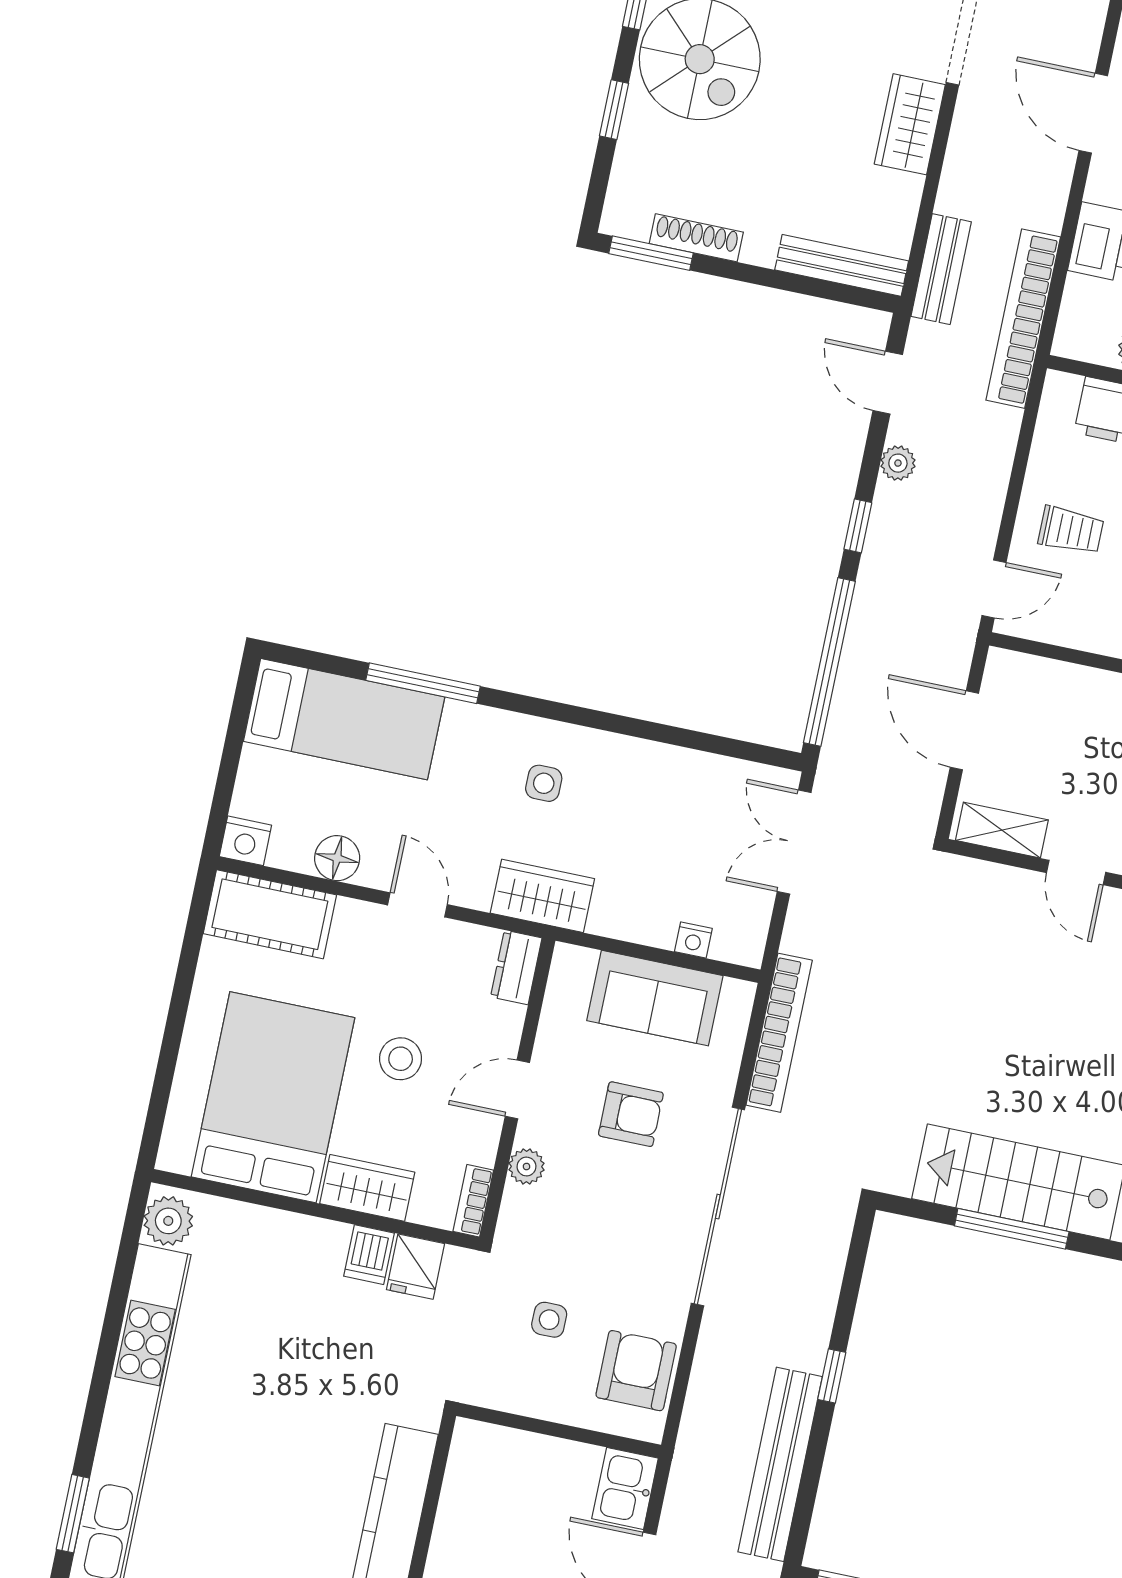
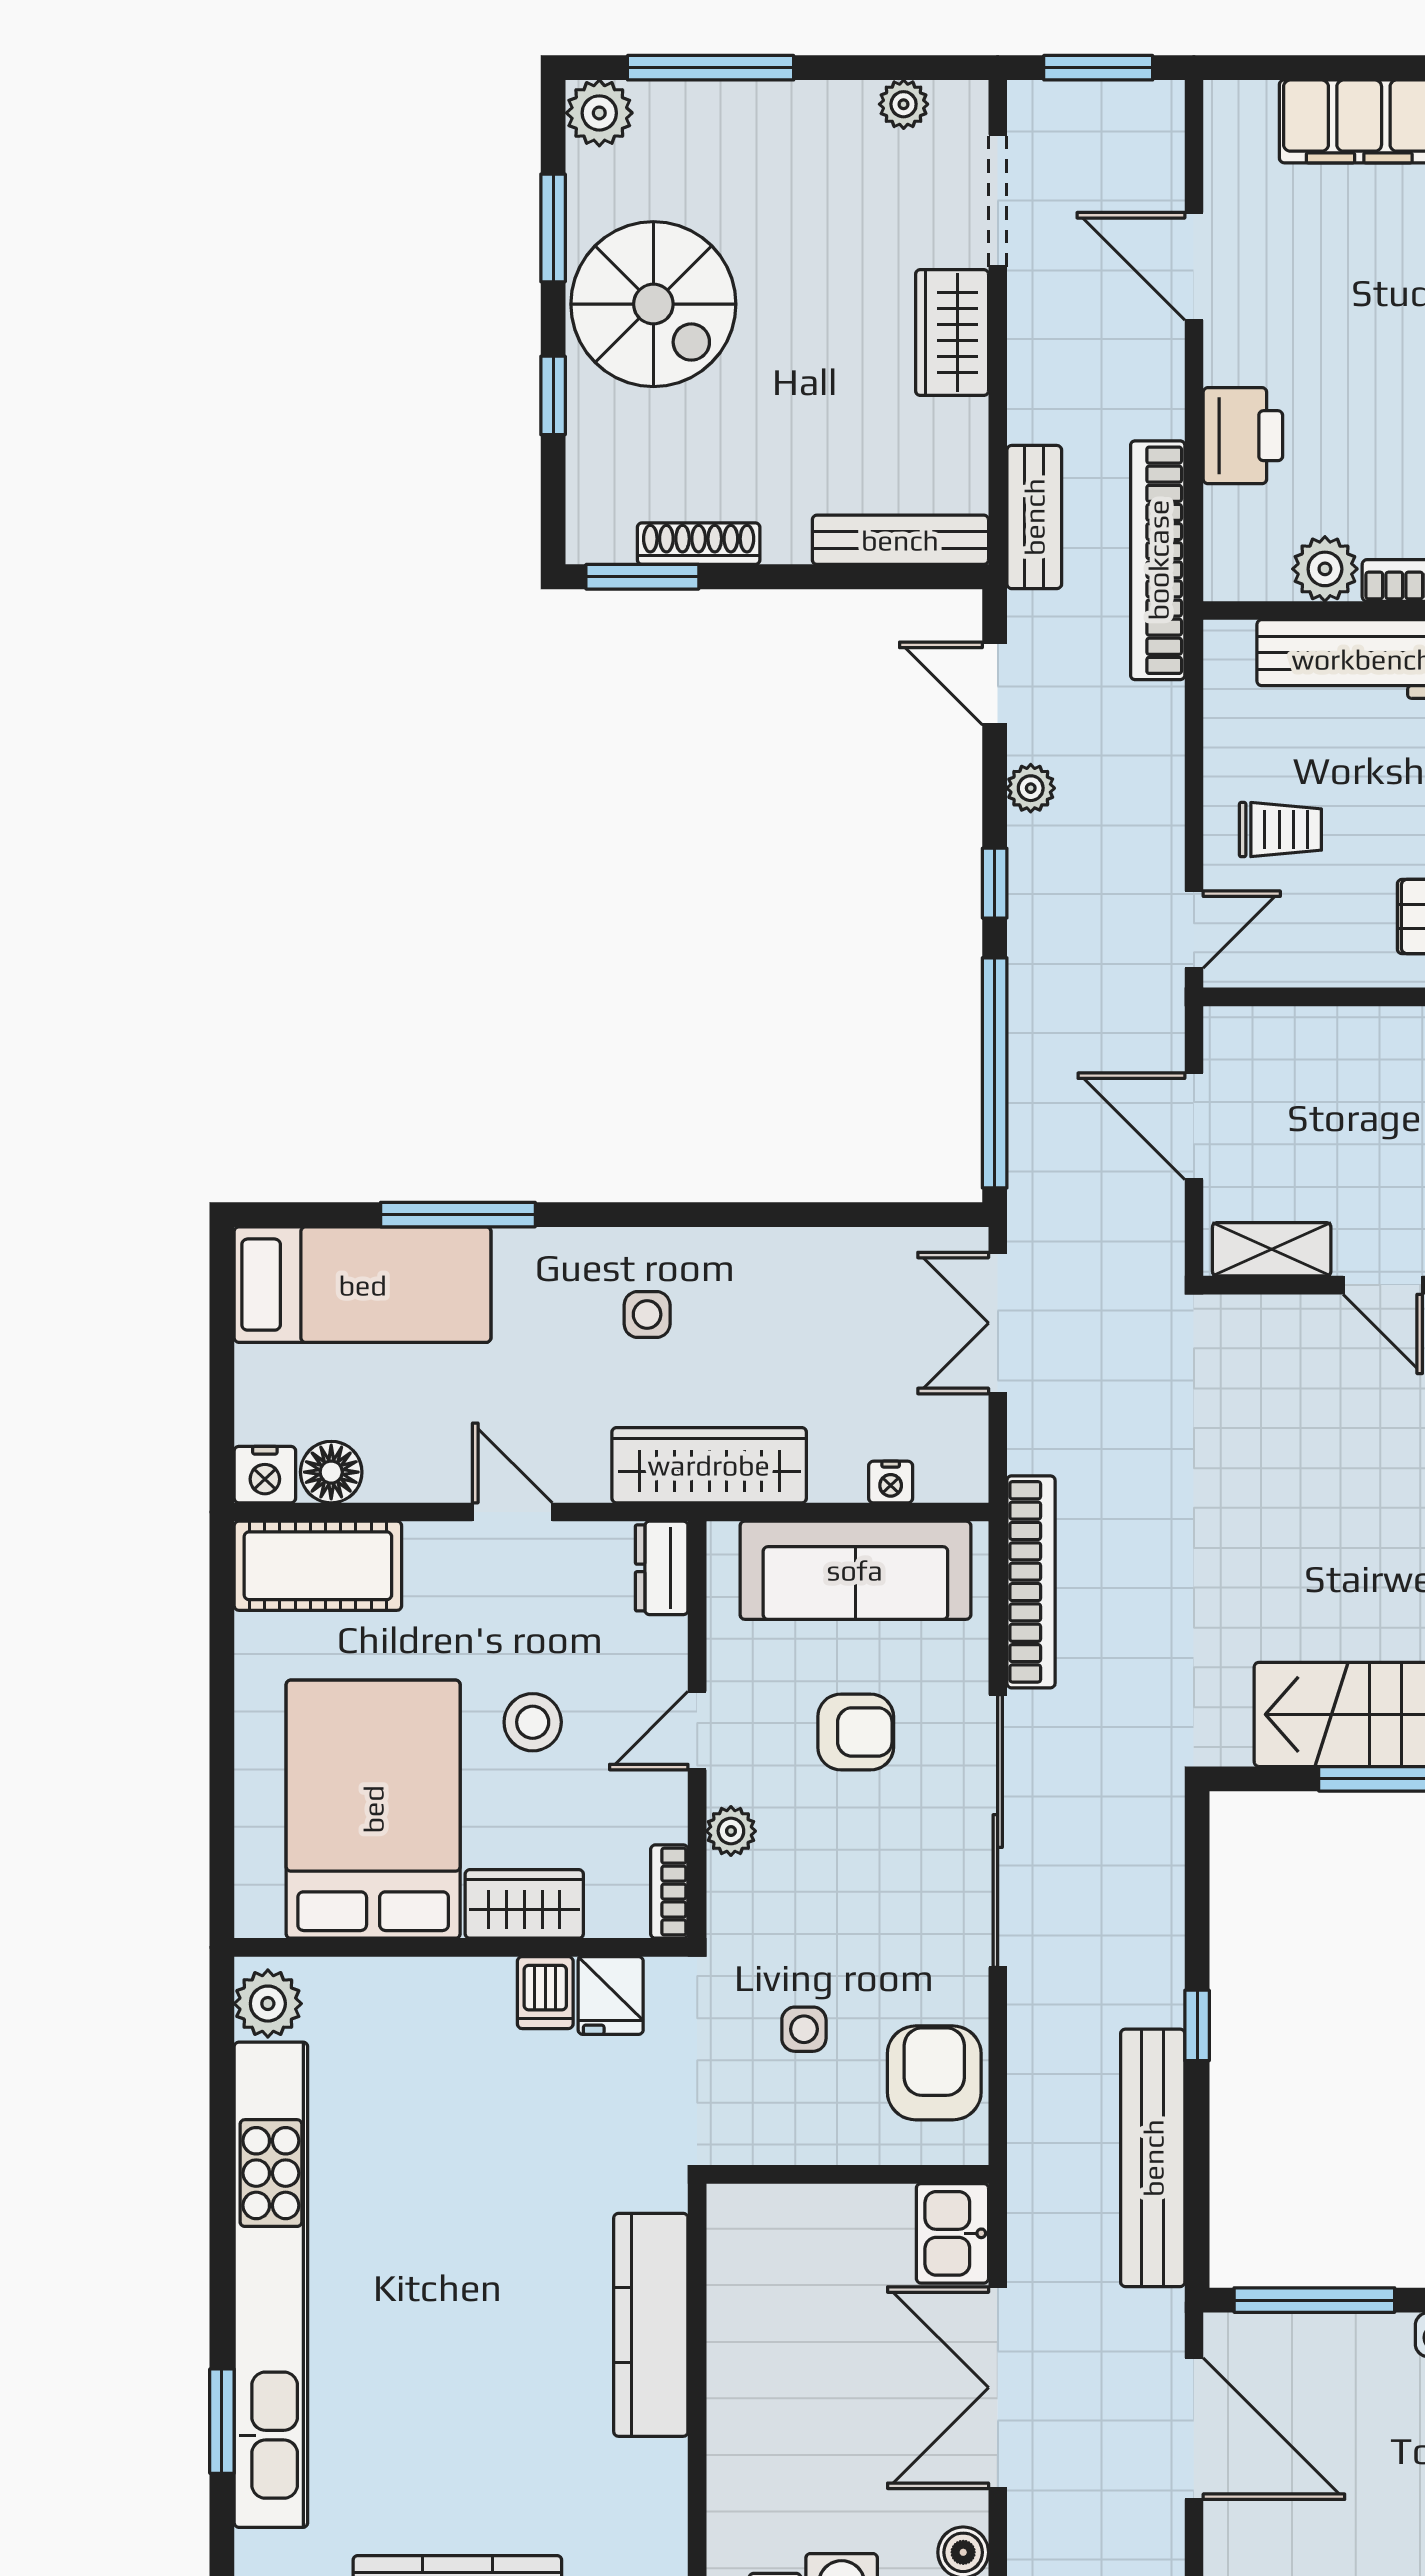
floor lamp: (337, 858) -> (331, 1472), moved
wardrobe: (542, 896) -> (709, 1465), width x1.50
sofa: (655, 998) -> (855, 1570), width x1.36

